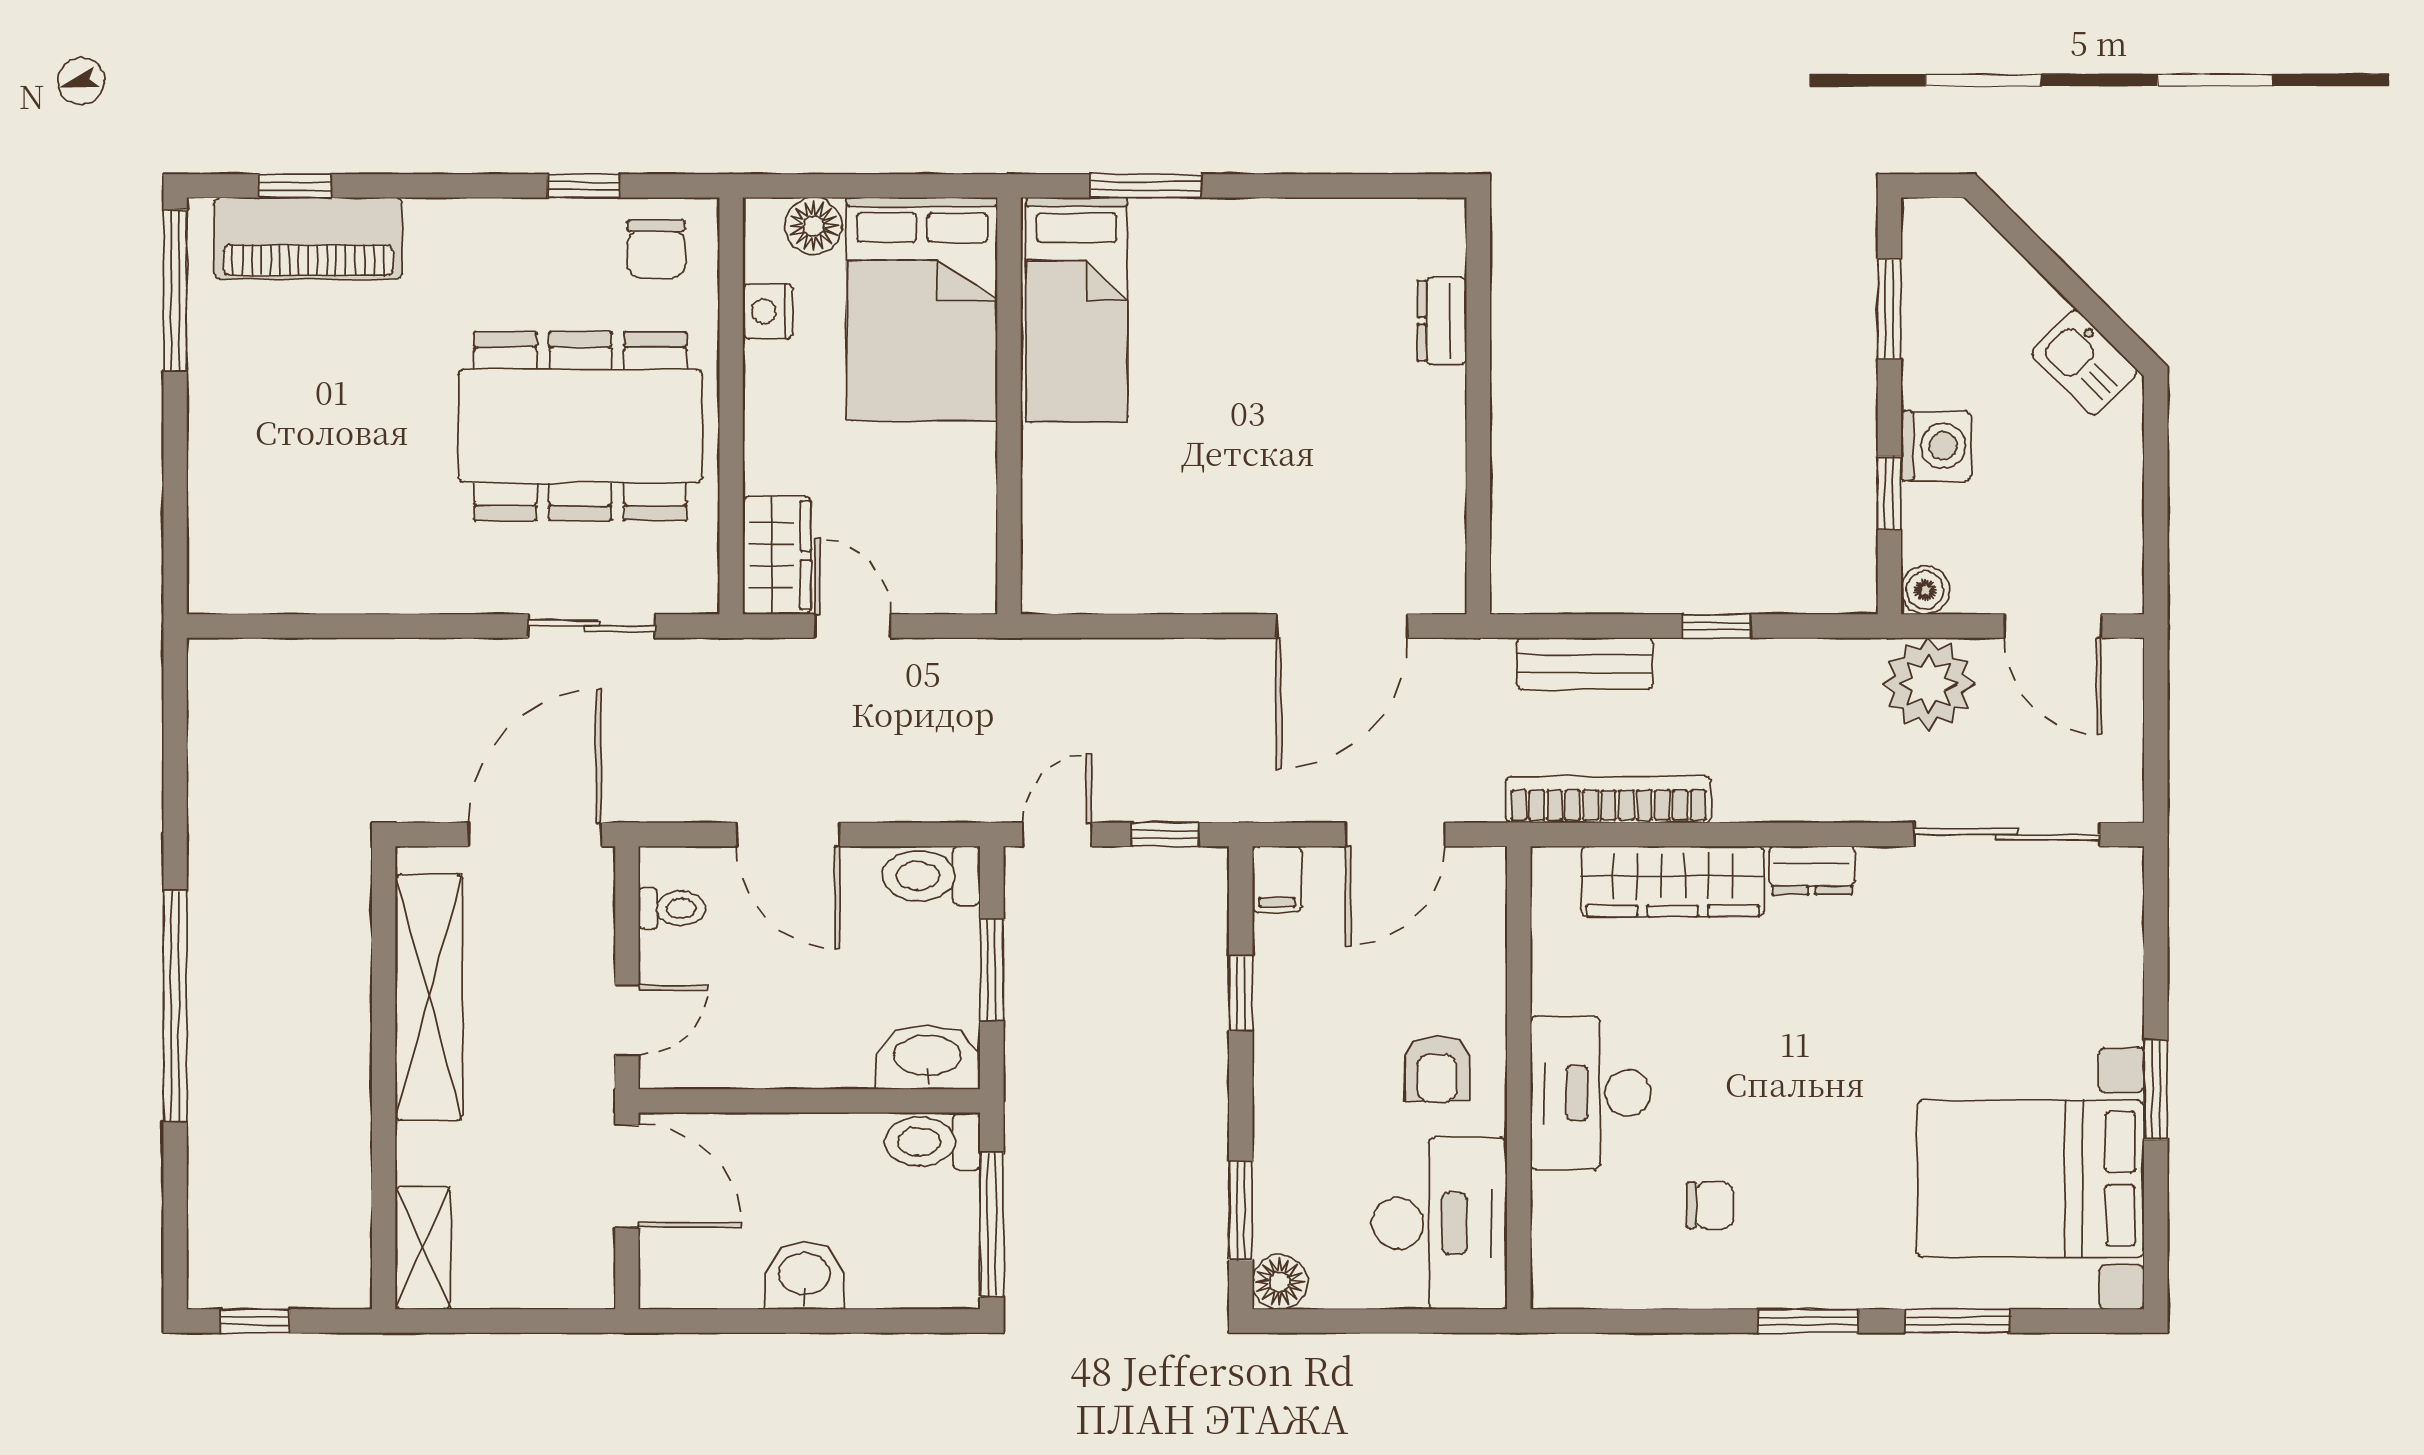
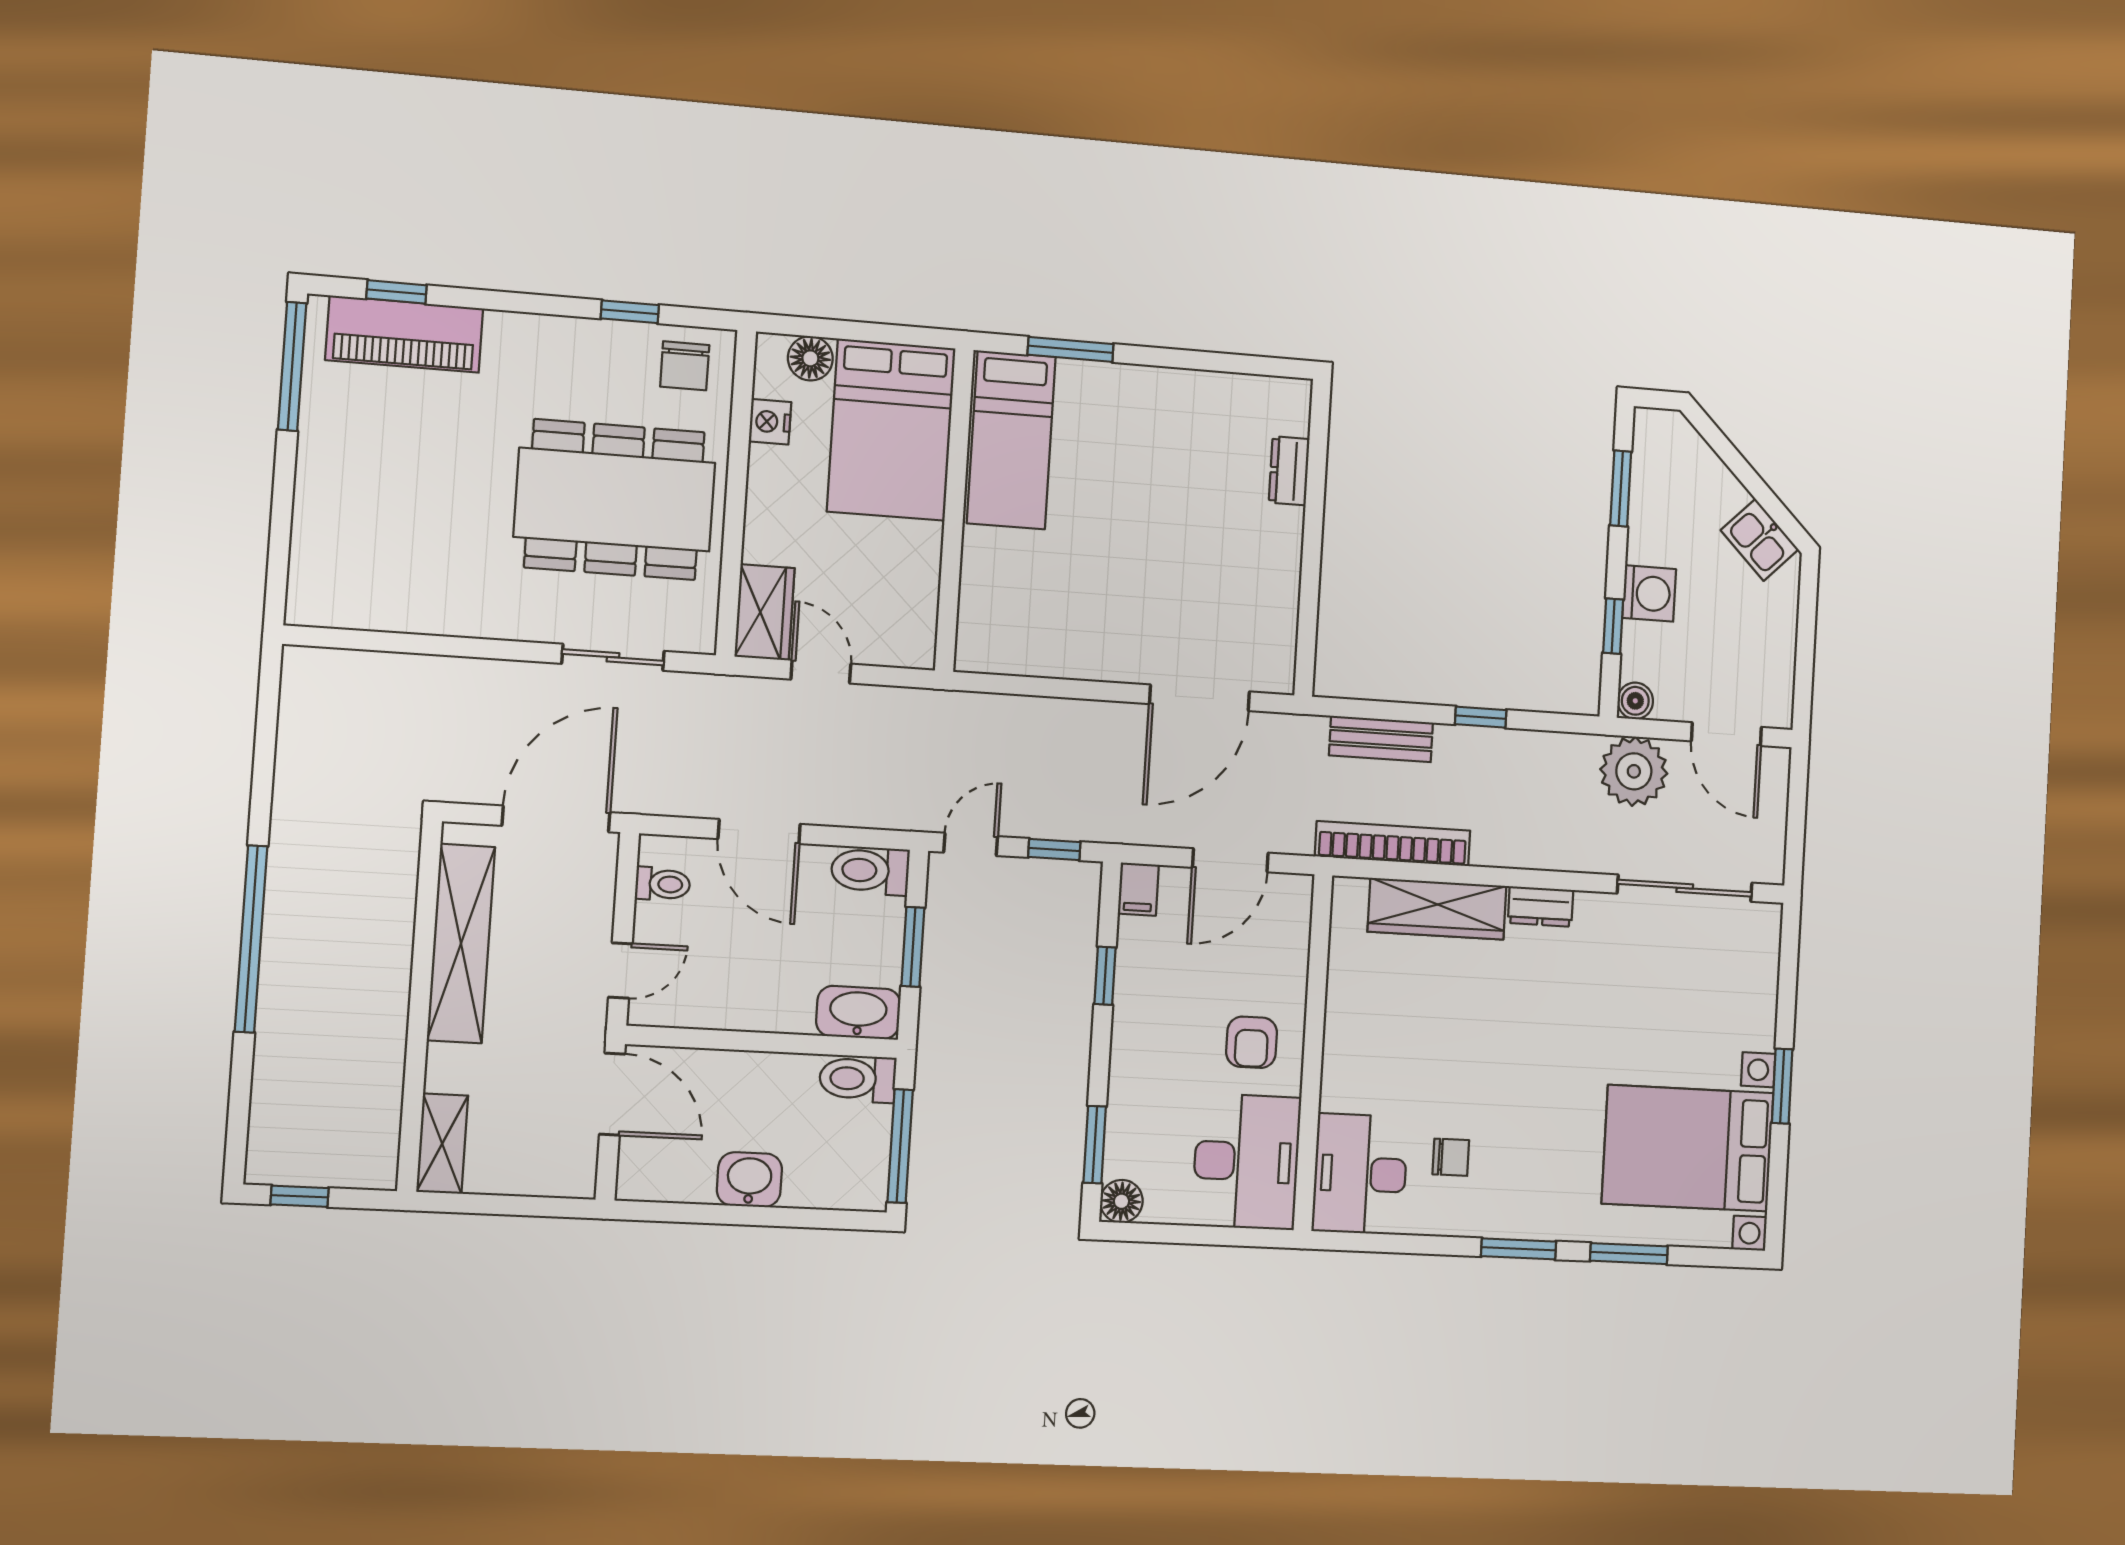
desk: (1591, 1093) -> (1360, 1174), moved

